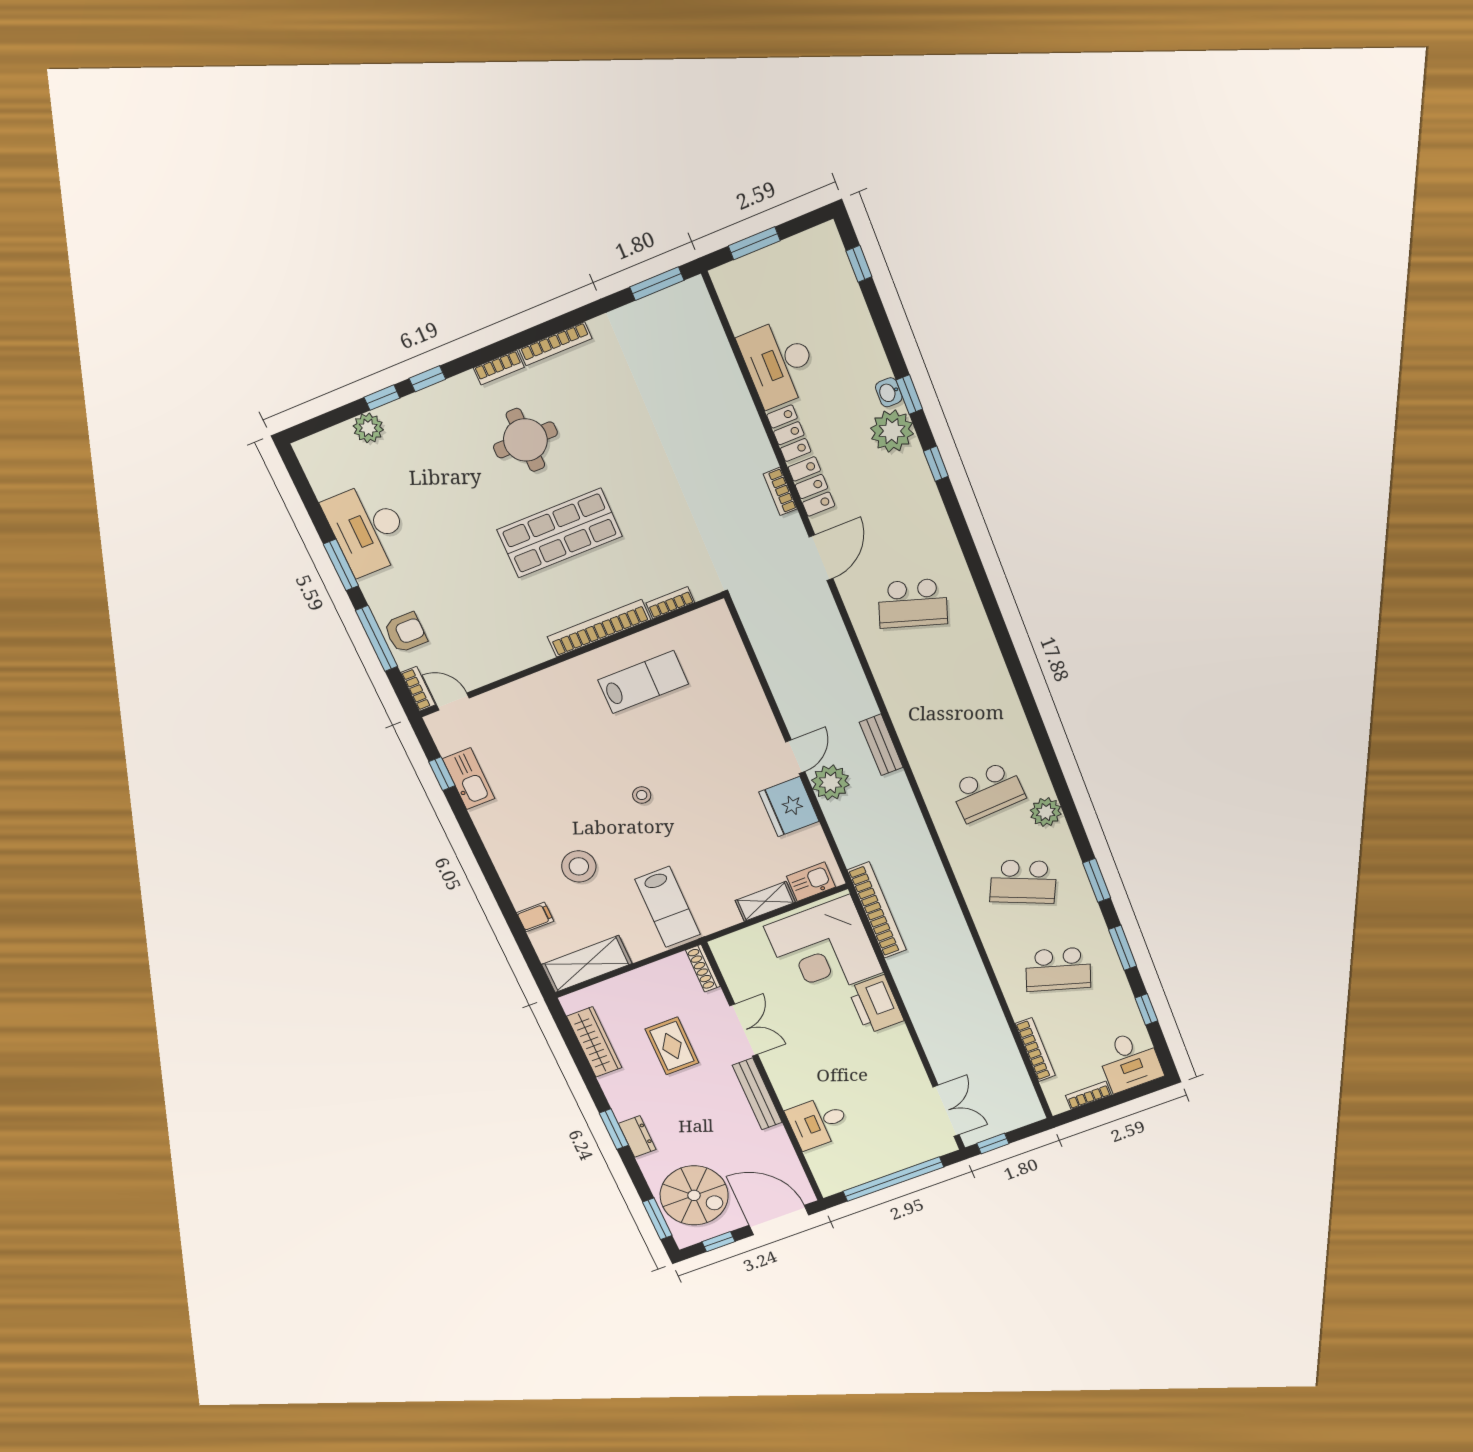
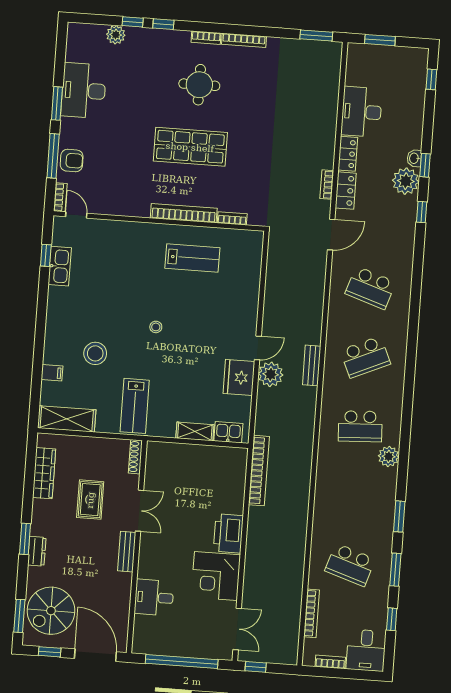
school desk: (1023, 882) -> (365, 357), moved, turned -48
corner desk: (824, 949) -> (216, 576), moved, width x0.74, depth x0.74
bench: (757, 1094) -> (127, 552), width x0.73
spiral stairs: (694, 1195) -> (51, 611), turned 90

